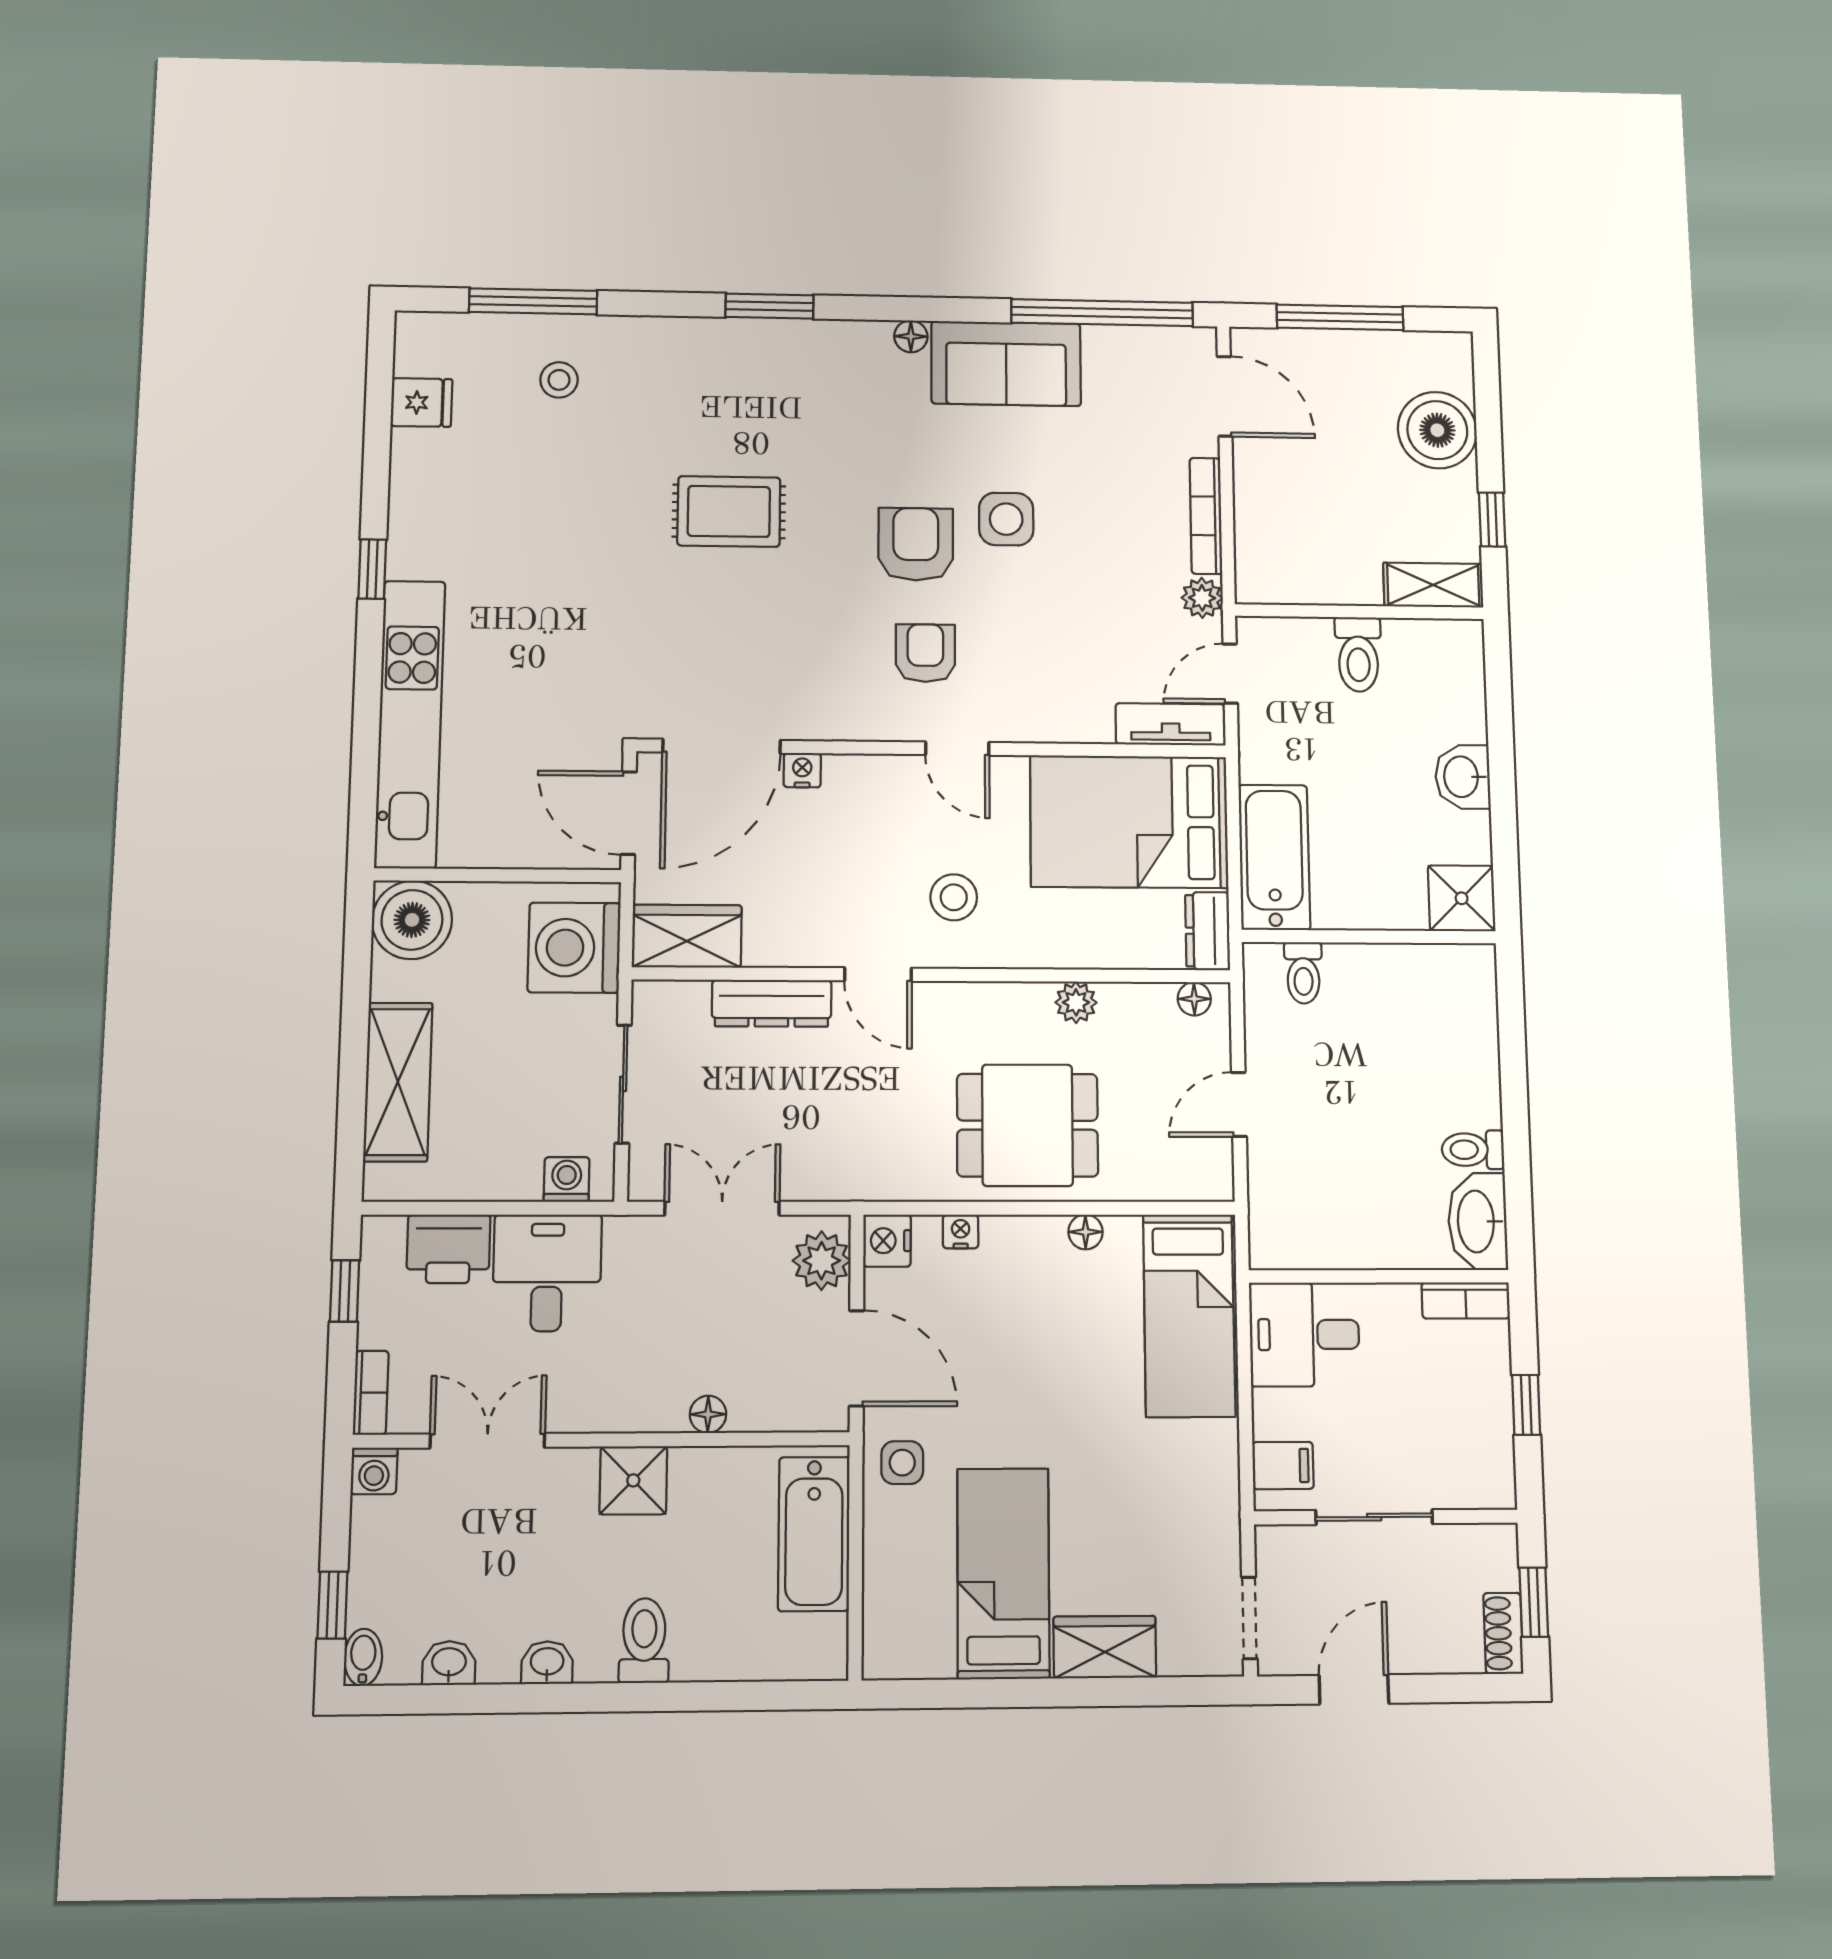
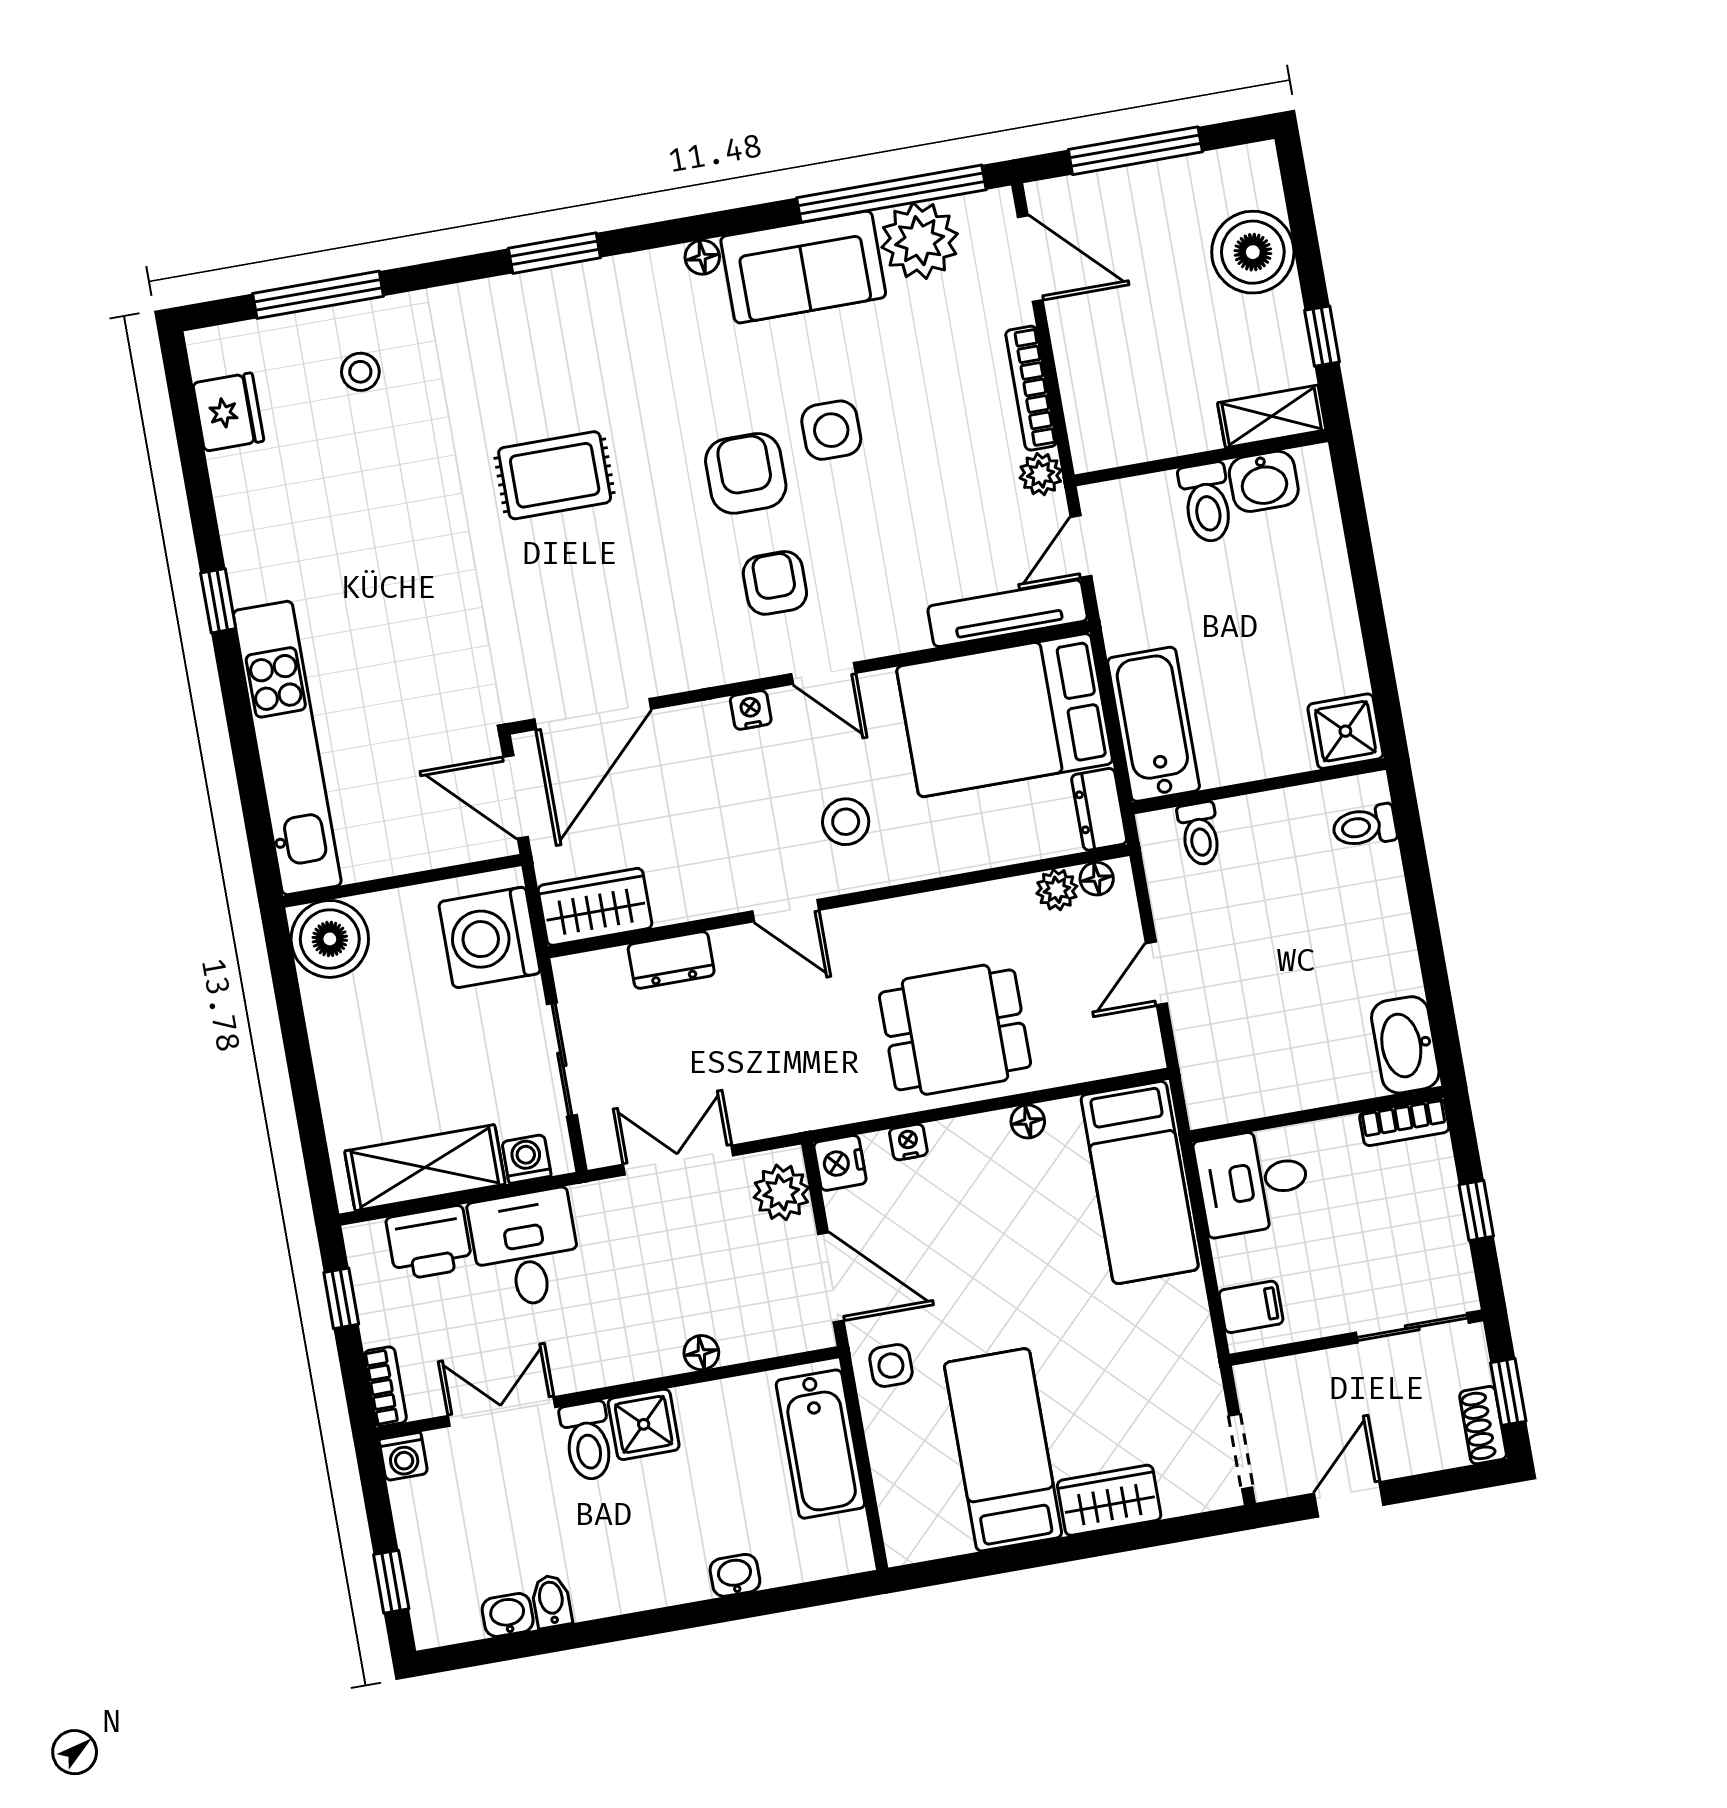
plant: (1122, 360) -> (920, 241), added
fridge: (421, 402) -> (228, 412), width x1.38
tv unit: (1171, 724) -> (1008, 613), width x1.41
nightstand: (802, 770) -> (751, 710), moved
washbasin: (1463, 777) -> (1264, 481), moved, turned -90
plant: (1076, 1002) -> (1057, 890), moved
dresser: (772, 1003) -> (671, 960), width x0.70
shelving: (398, 1082) -> (425, 1168), moved, turned 90
toilet: (1473, 1150) -> (1365, 826), moved
sliding door: (1374, 1517) -> (1412, 1328), moved
toilet: (644, 1641) -> (587, 1441), moved, turned 180
bidet: (363, 1657) -> (551, 1601), moved
washbasin: (547, 1663) -> (735, 1575), moved

